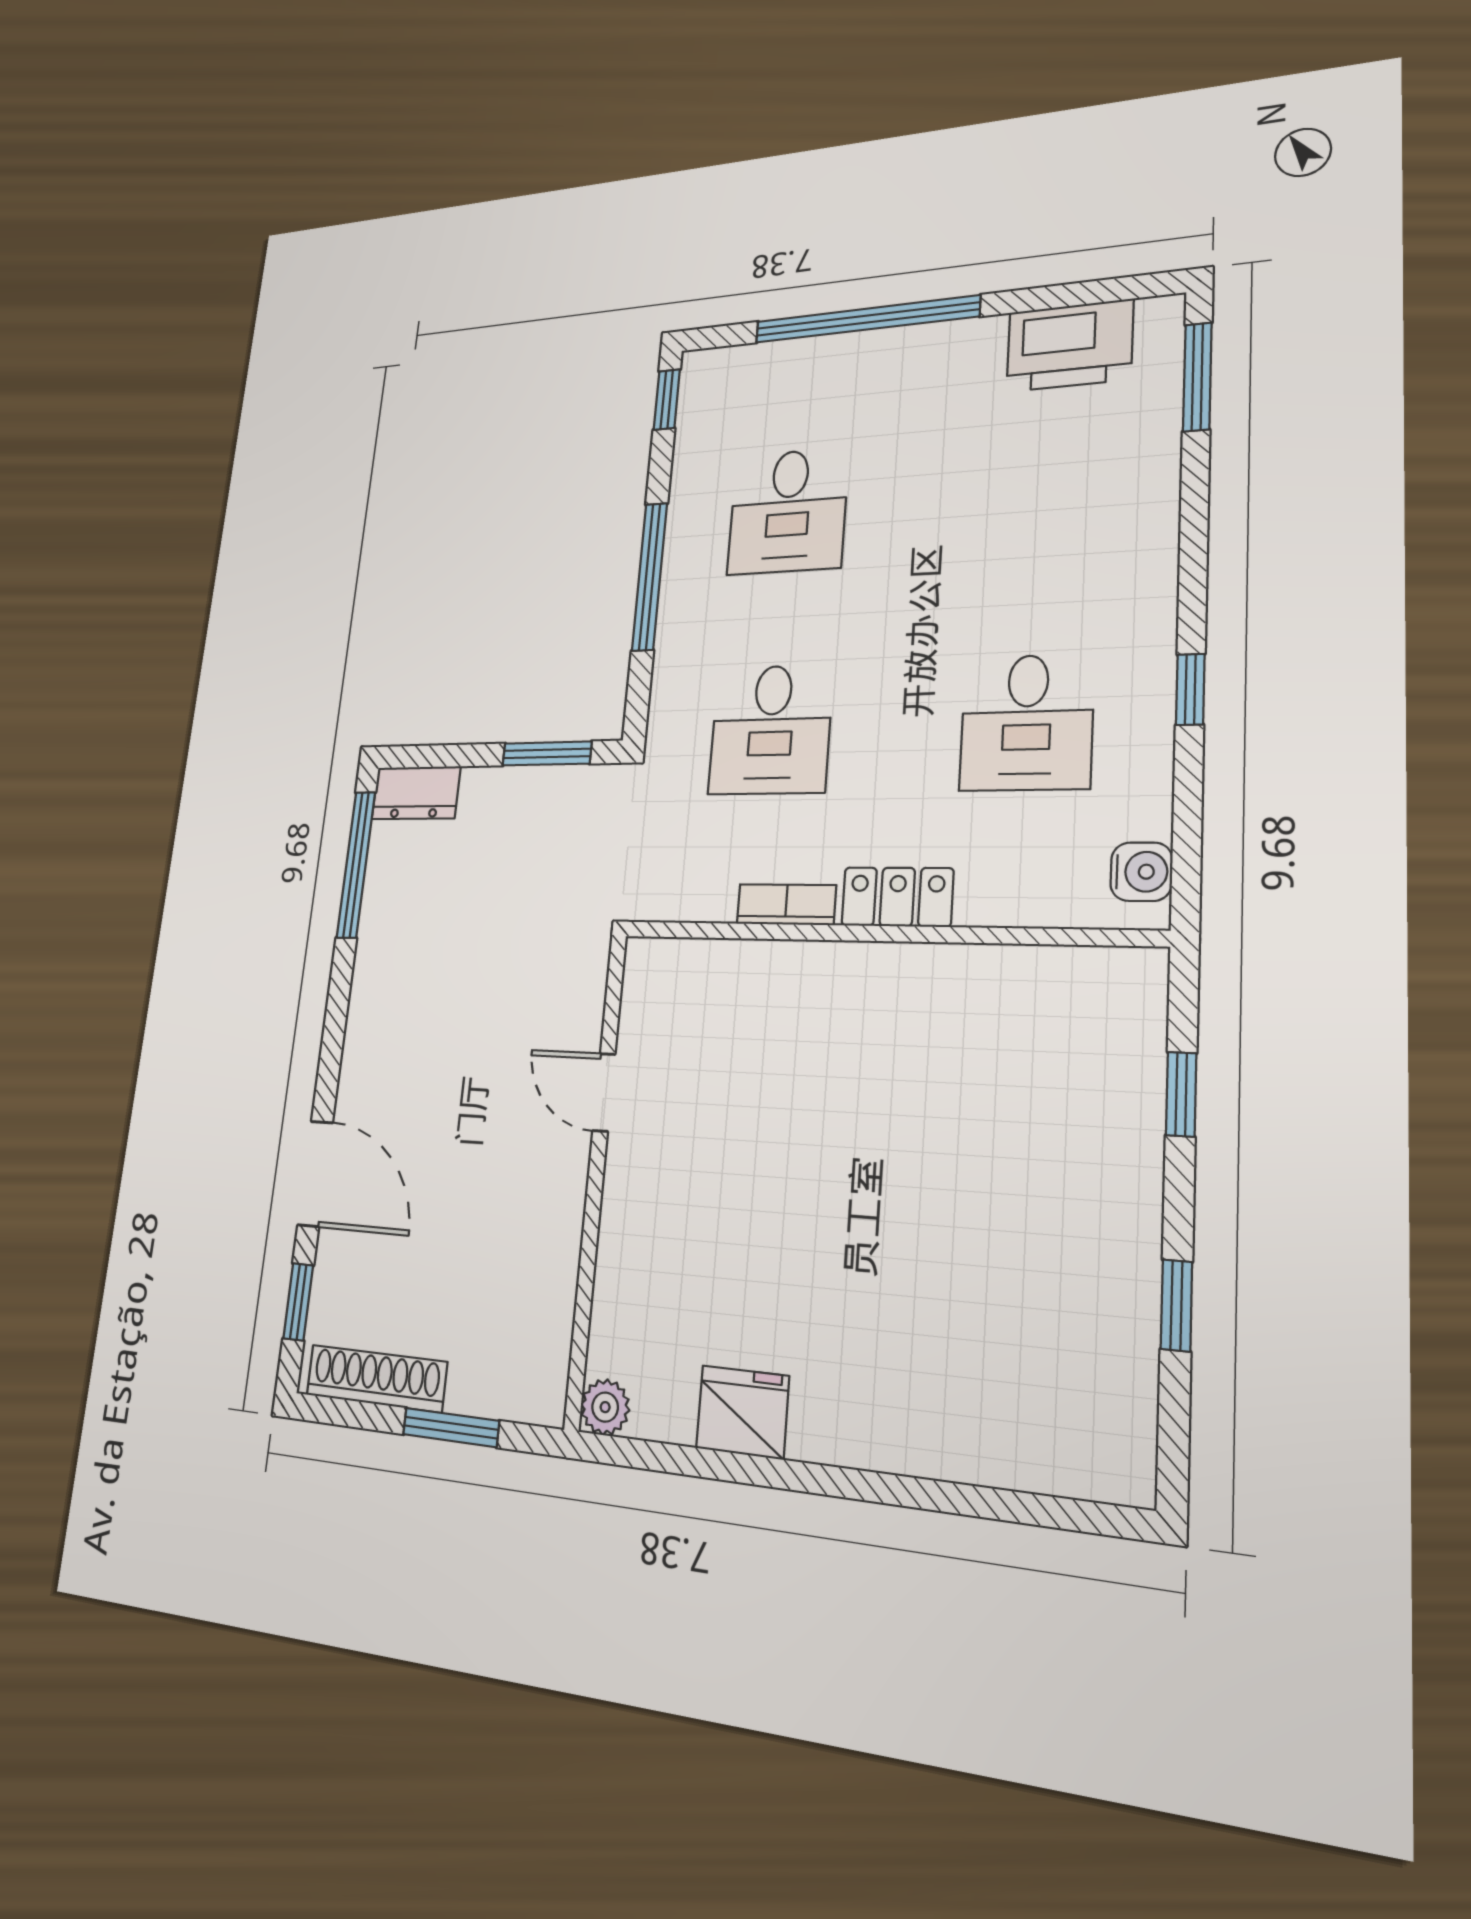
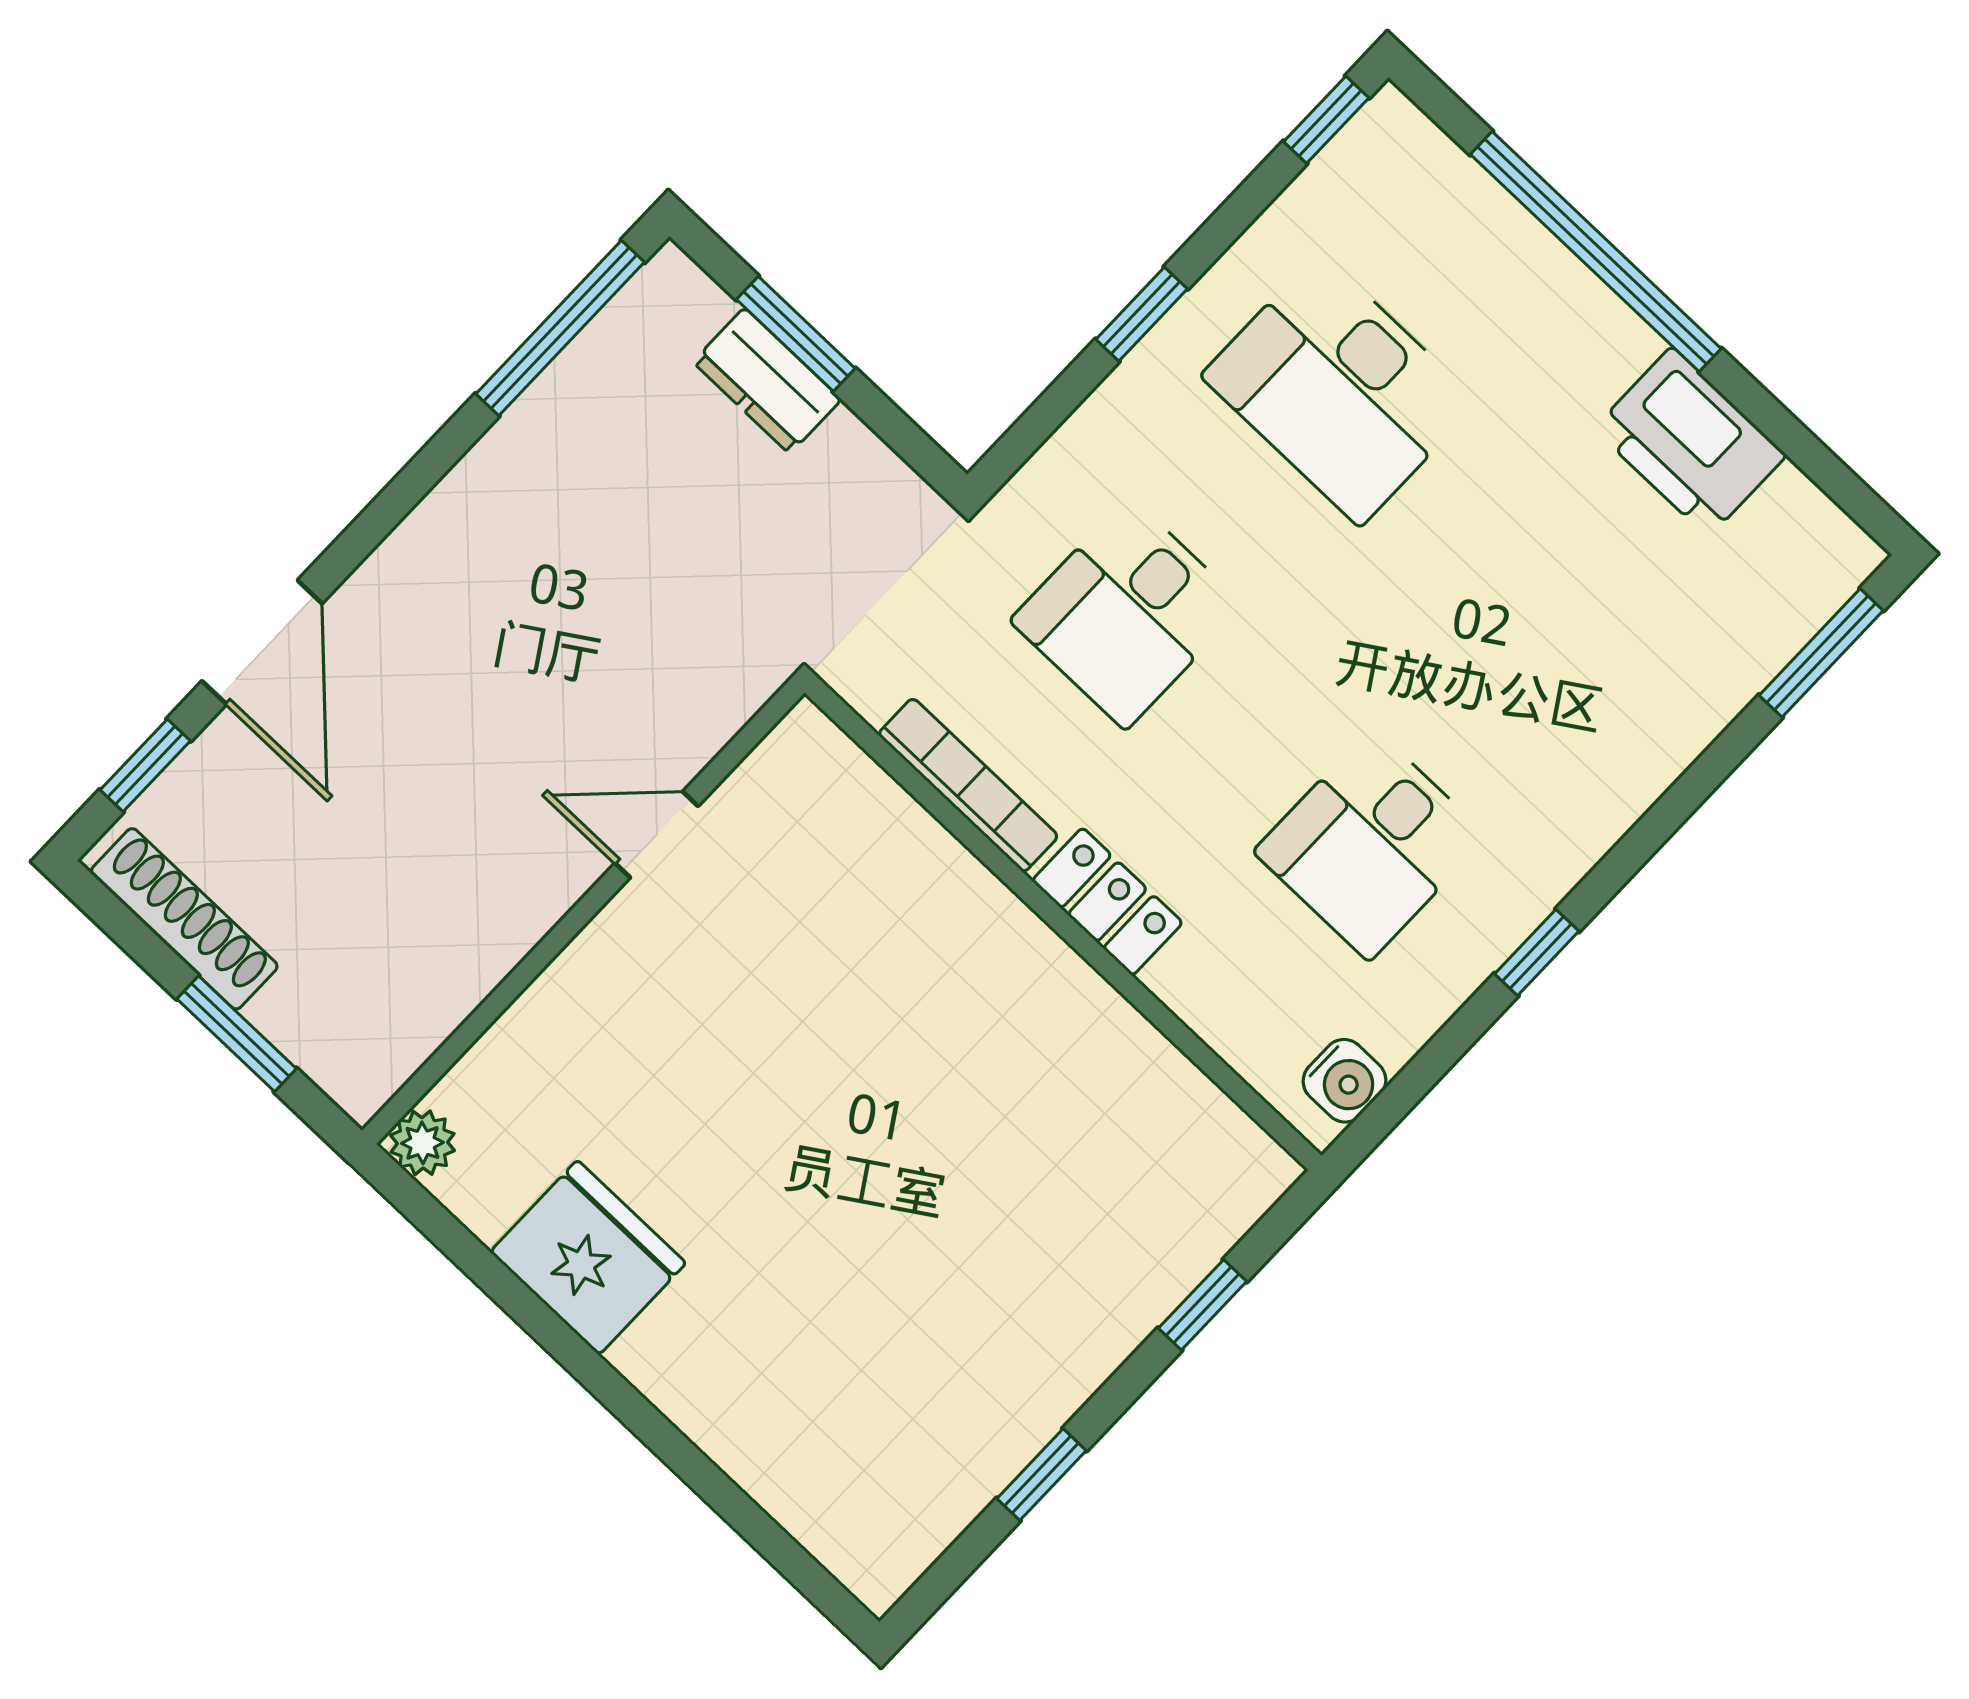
printer: (1070, 346) -> (1690, 442), moved
desk: (788, 511) -> (1340, 389), width x1.37
window: (650, 577) -> (1142, 314), width x0.46
window: (547, 754) -> (796, 334), moved
dresser: (416, 793) -> (767, 381), moved
bookcase: (786, 905) -> (968, 785), width x1.56
door: (604, 1092) -> (656, 835), hinge flipped
fridge: (743, 1412) -> (588, 1258), width x1.36, depth x1.34

